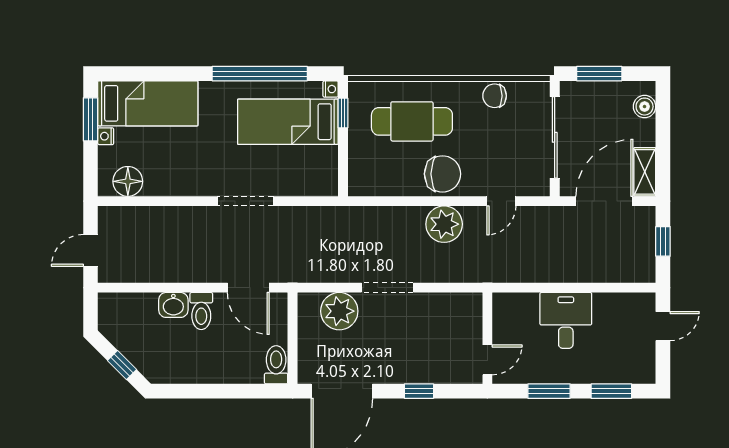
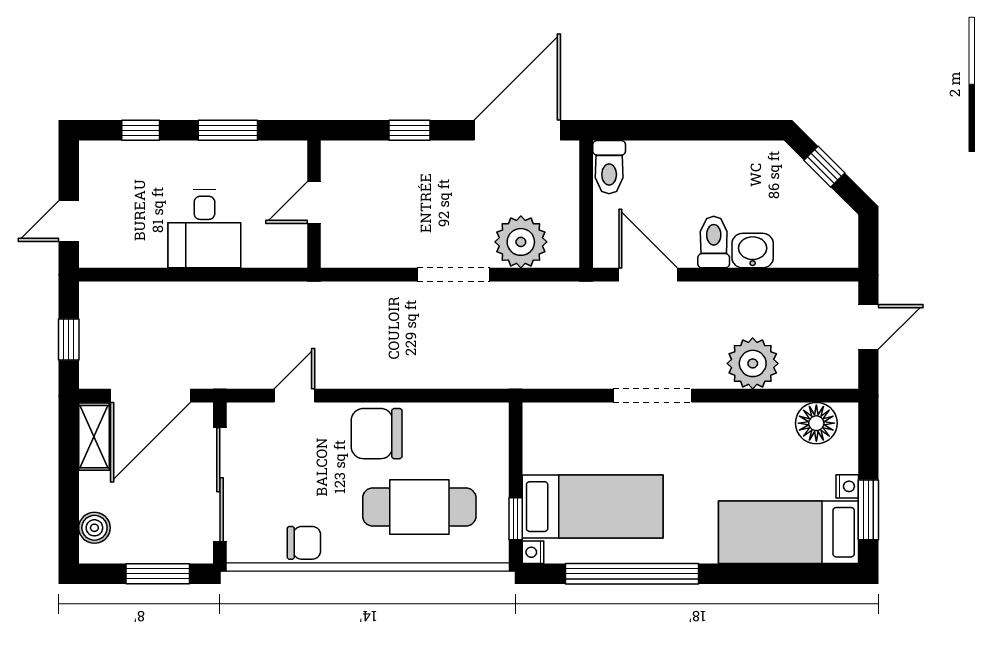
plant: (444, 224) -> (753, 363), moved
door: (487, 360) -> (314, 203), moved
window: (611, 391) -> (141, 130), width x0.67

